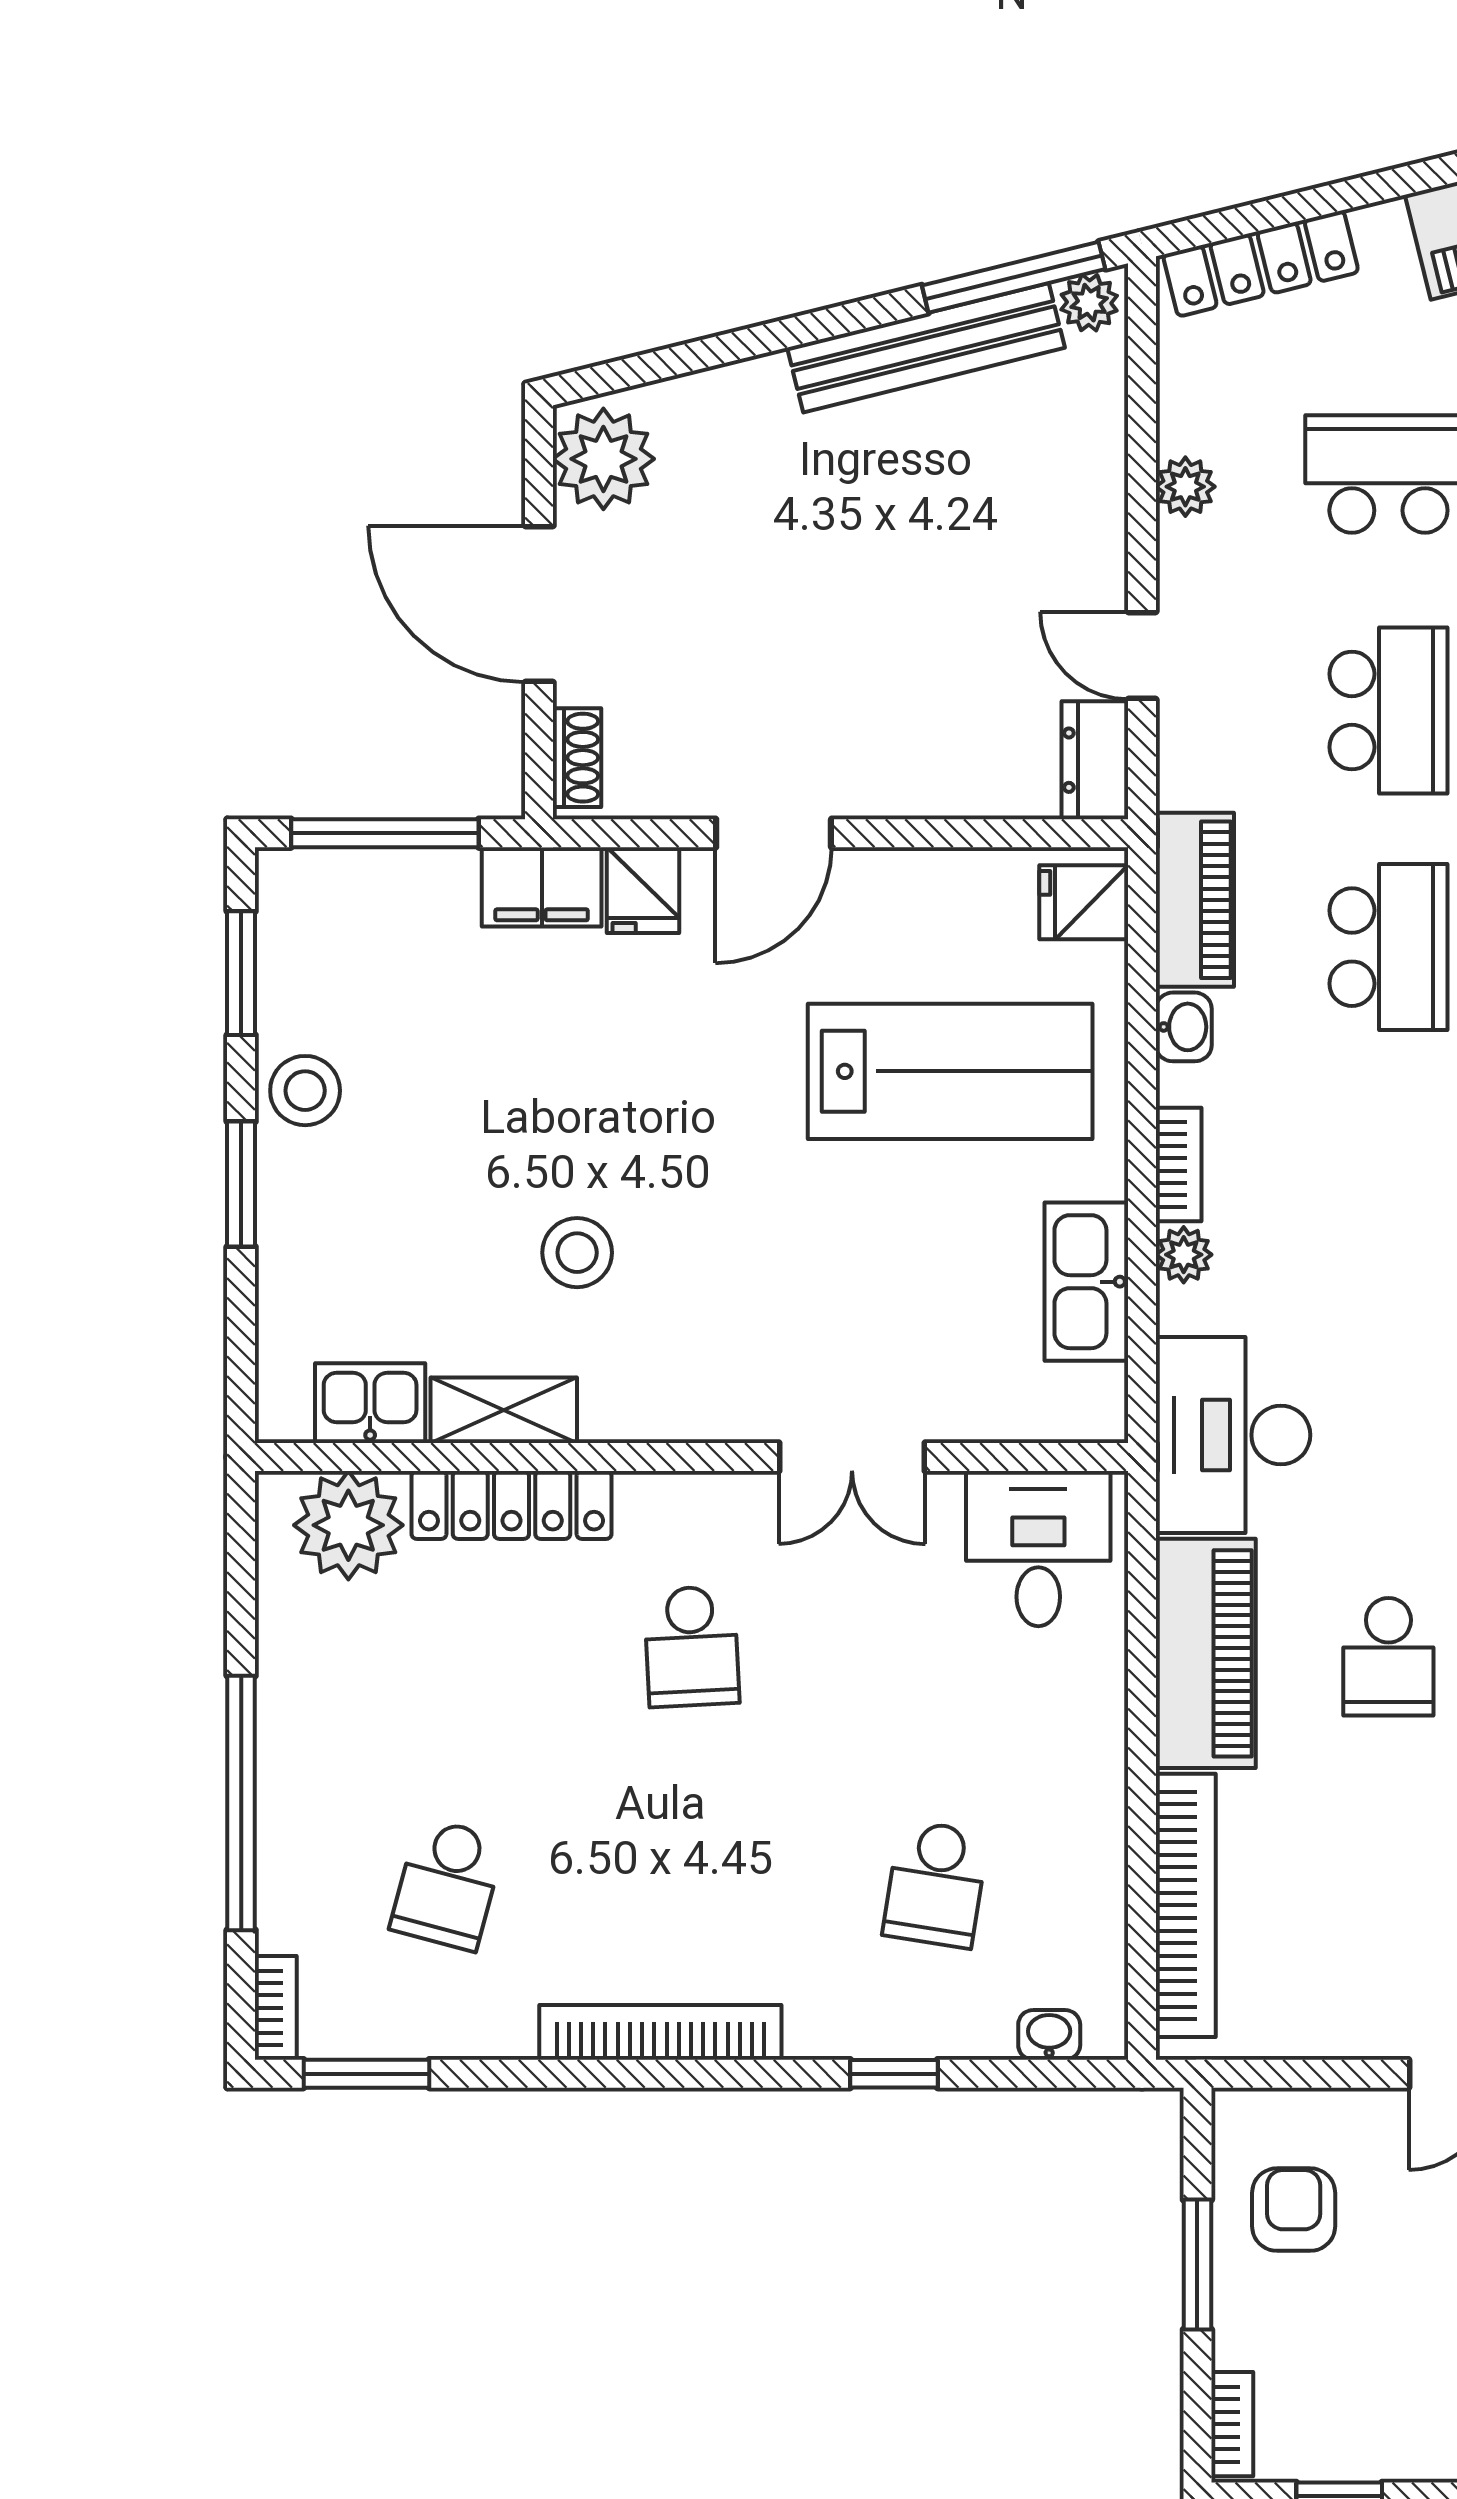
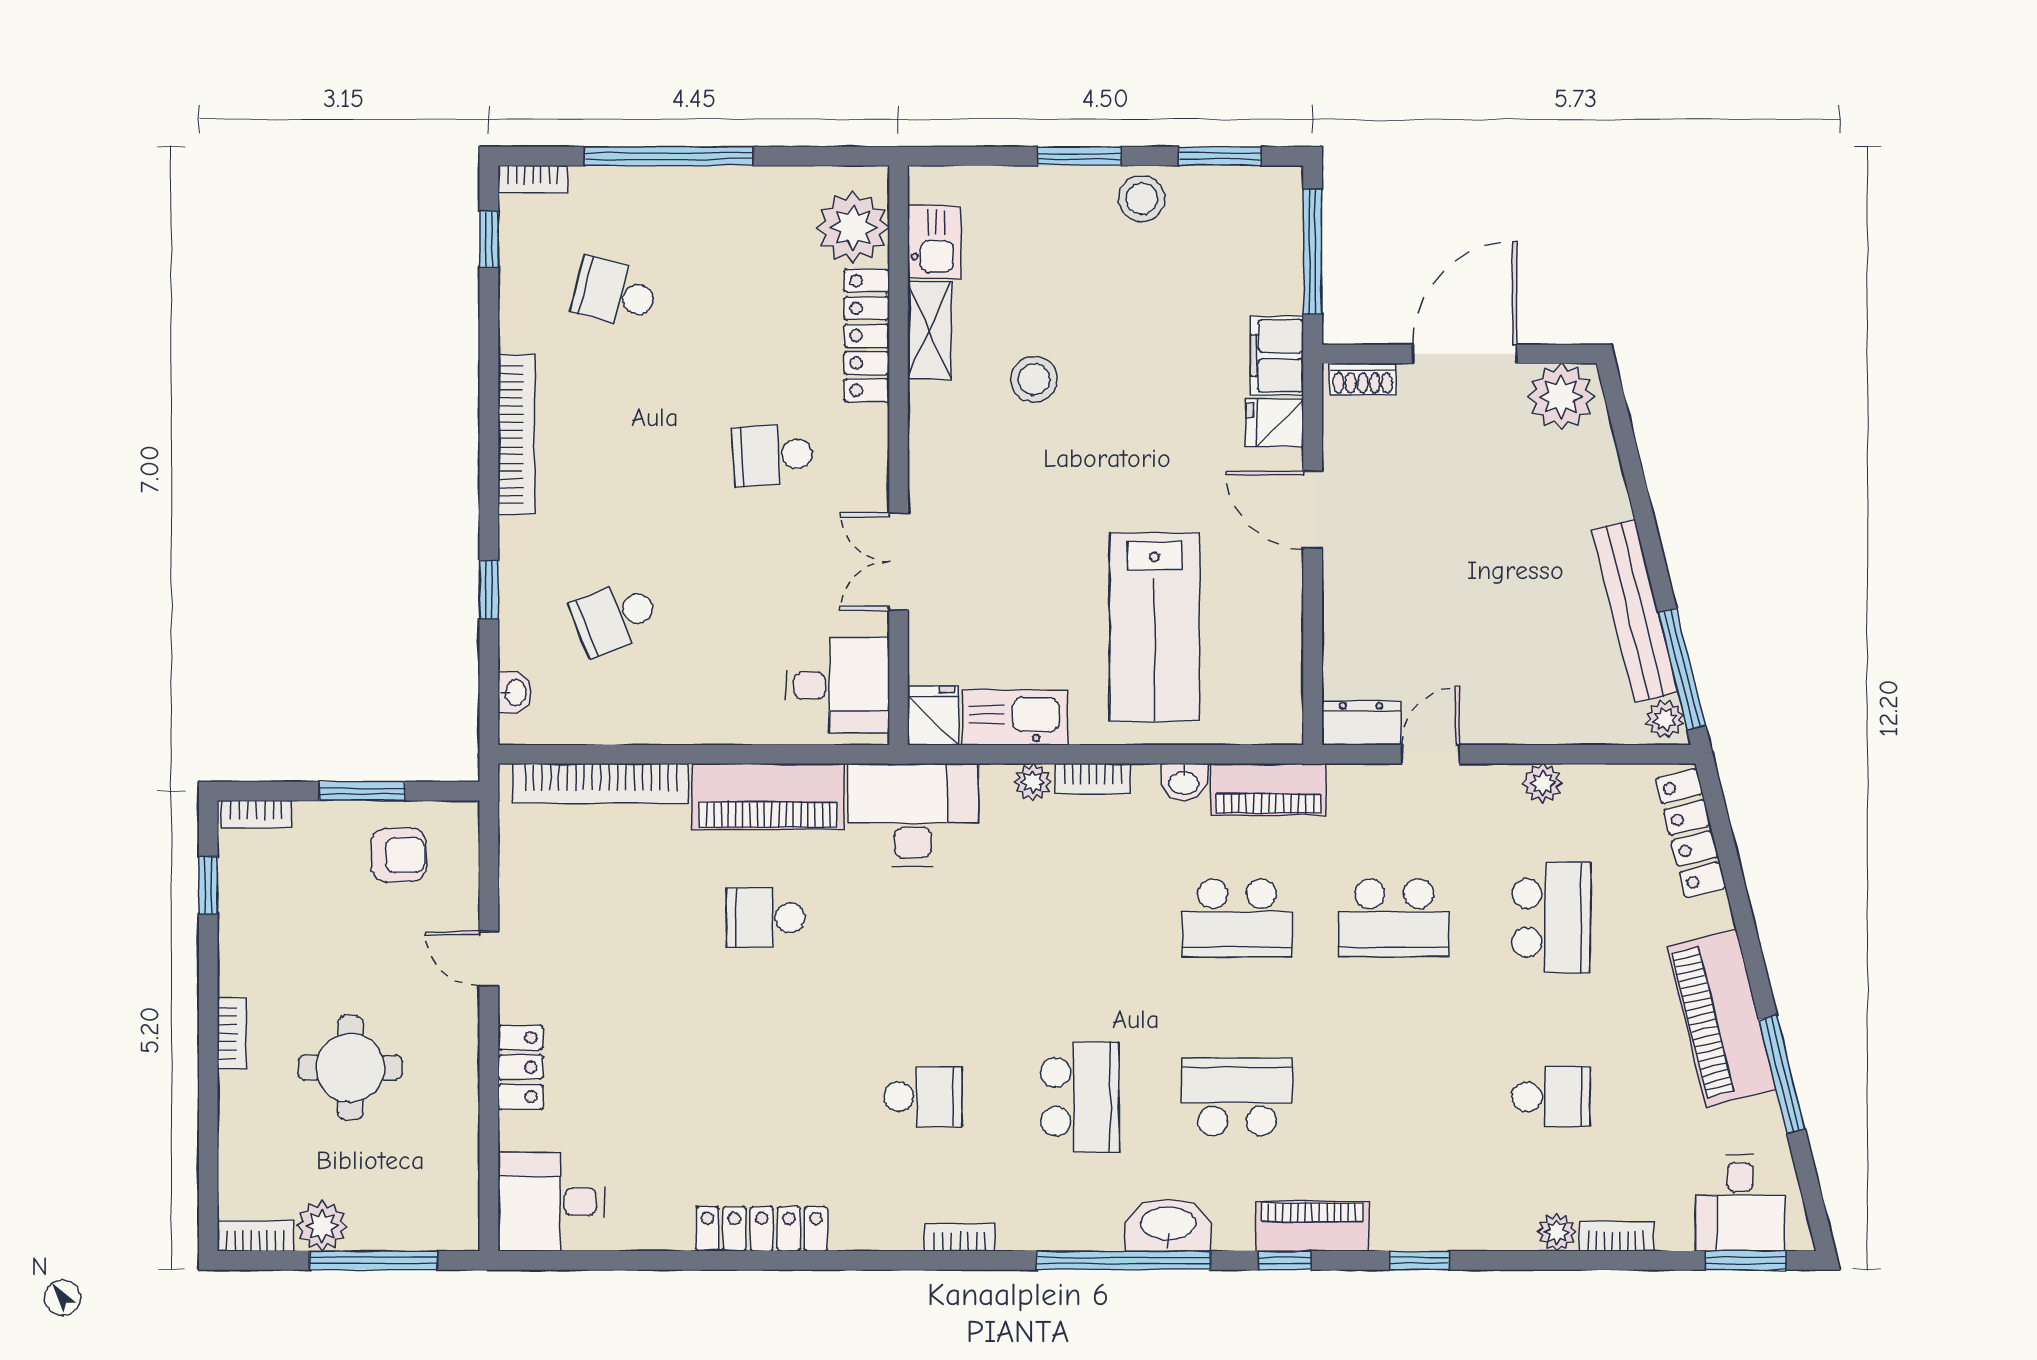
fridge: (1084, 902) -> (934, 716), moved
school desk: (936, 1884) -> (615, 617), turned -30
window: (366, 2074) -> (489, 239), width x0.67

